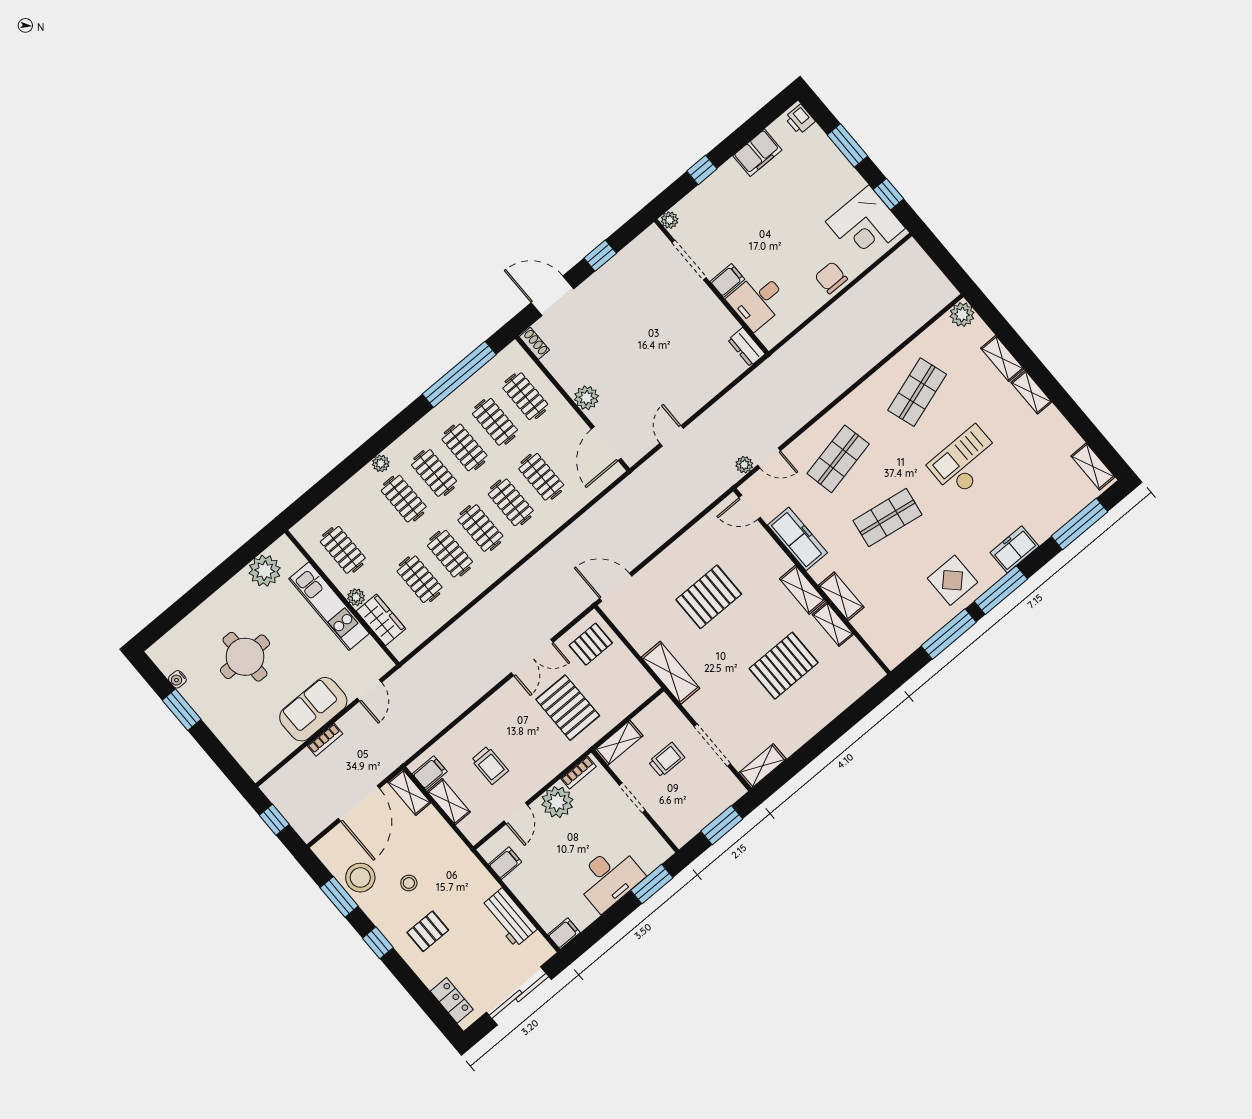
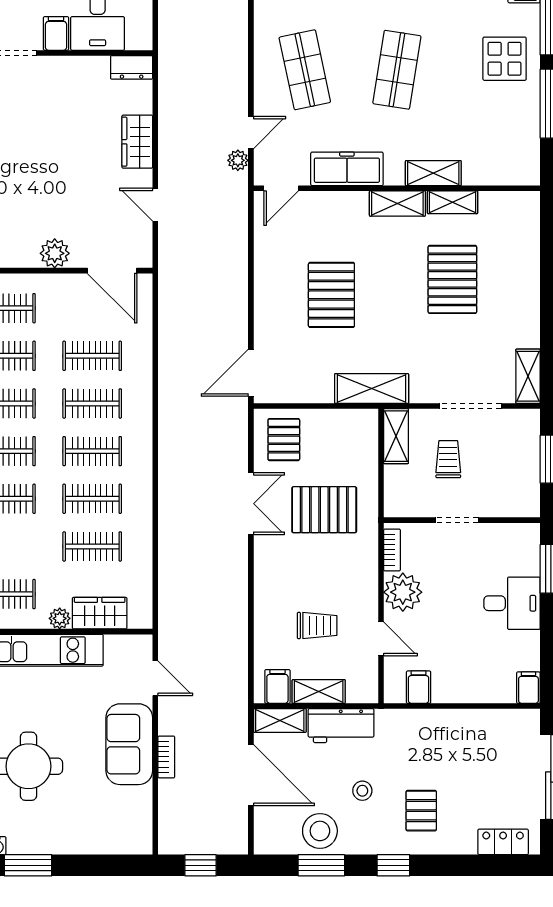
wardrobe: (702, 390) -> (137, 142), added
shelving: (619, 743) -> (396, 436), moved
desk: (609, 878) -> (512, 603), width x0.73
workbench: (509, 918) -> (341, 726), moved

